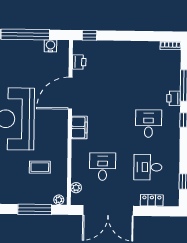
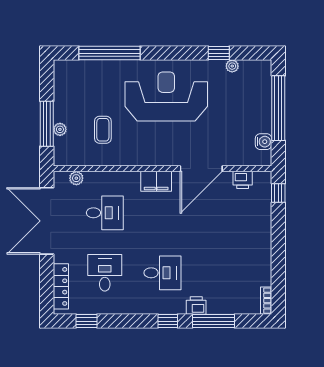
door: (70, 93) -> (201, 169), swing flipped
plant: (59, 200) -> (60, 129), moved
locker: (152, 200) -> (61, 286), width x1.53

